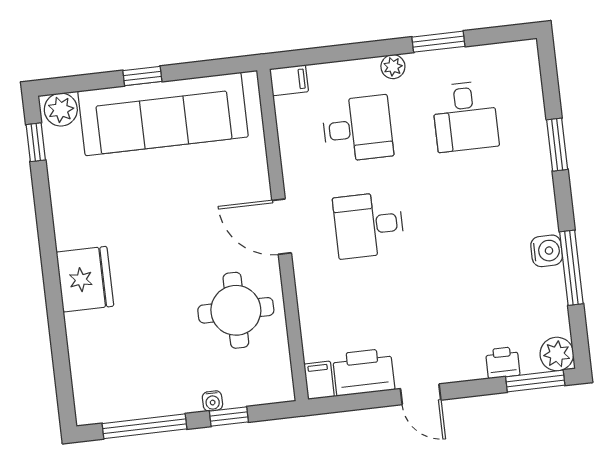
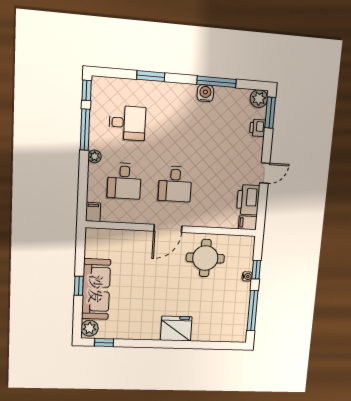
window: (509, 34) -> (87, 90), added
window: (438, 42) -> (85, 130), width x1.44
sofa: (163, 114) -> (96, 289), width x0.74, depth x0.79
desk: (358, 129) -> (124, 181), turned 180

